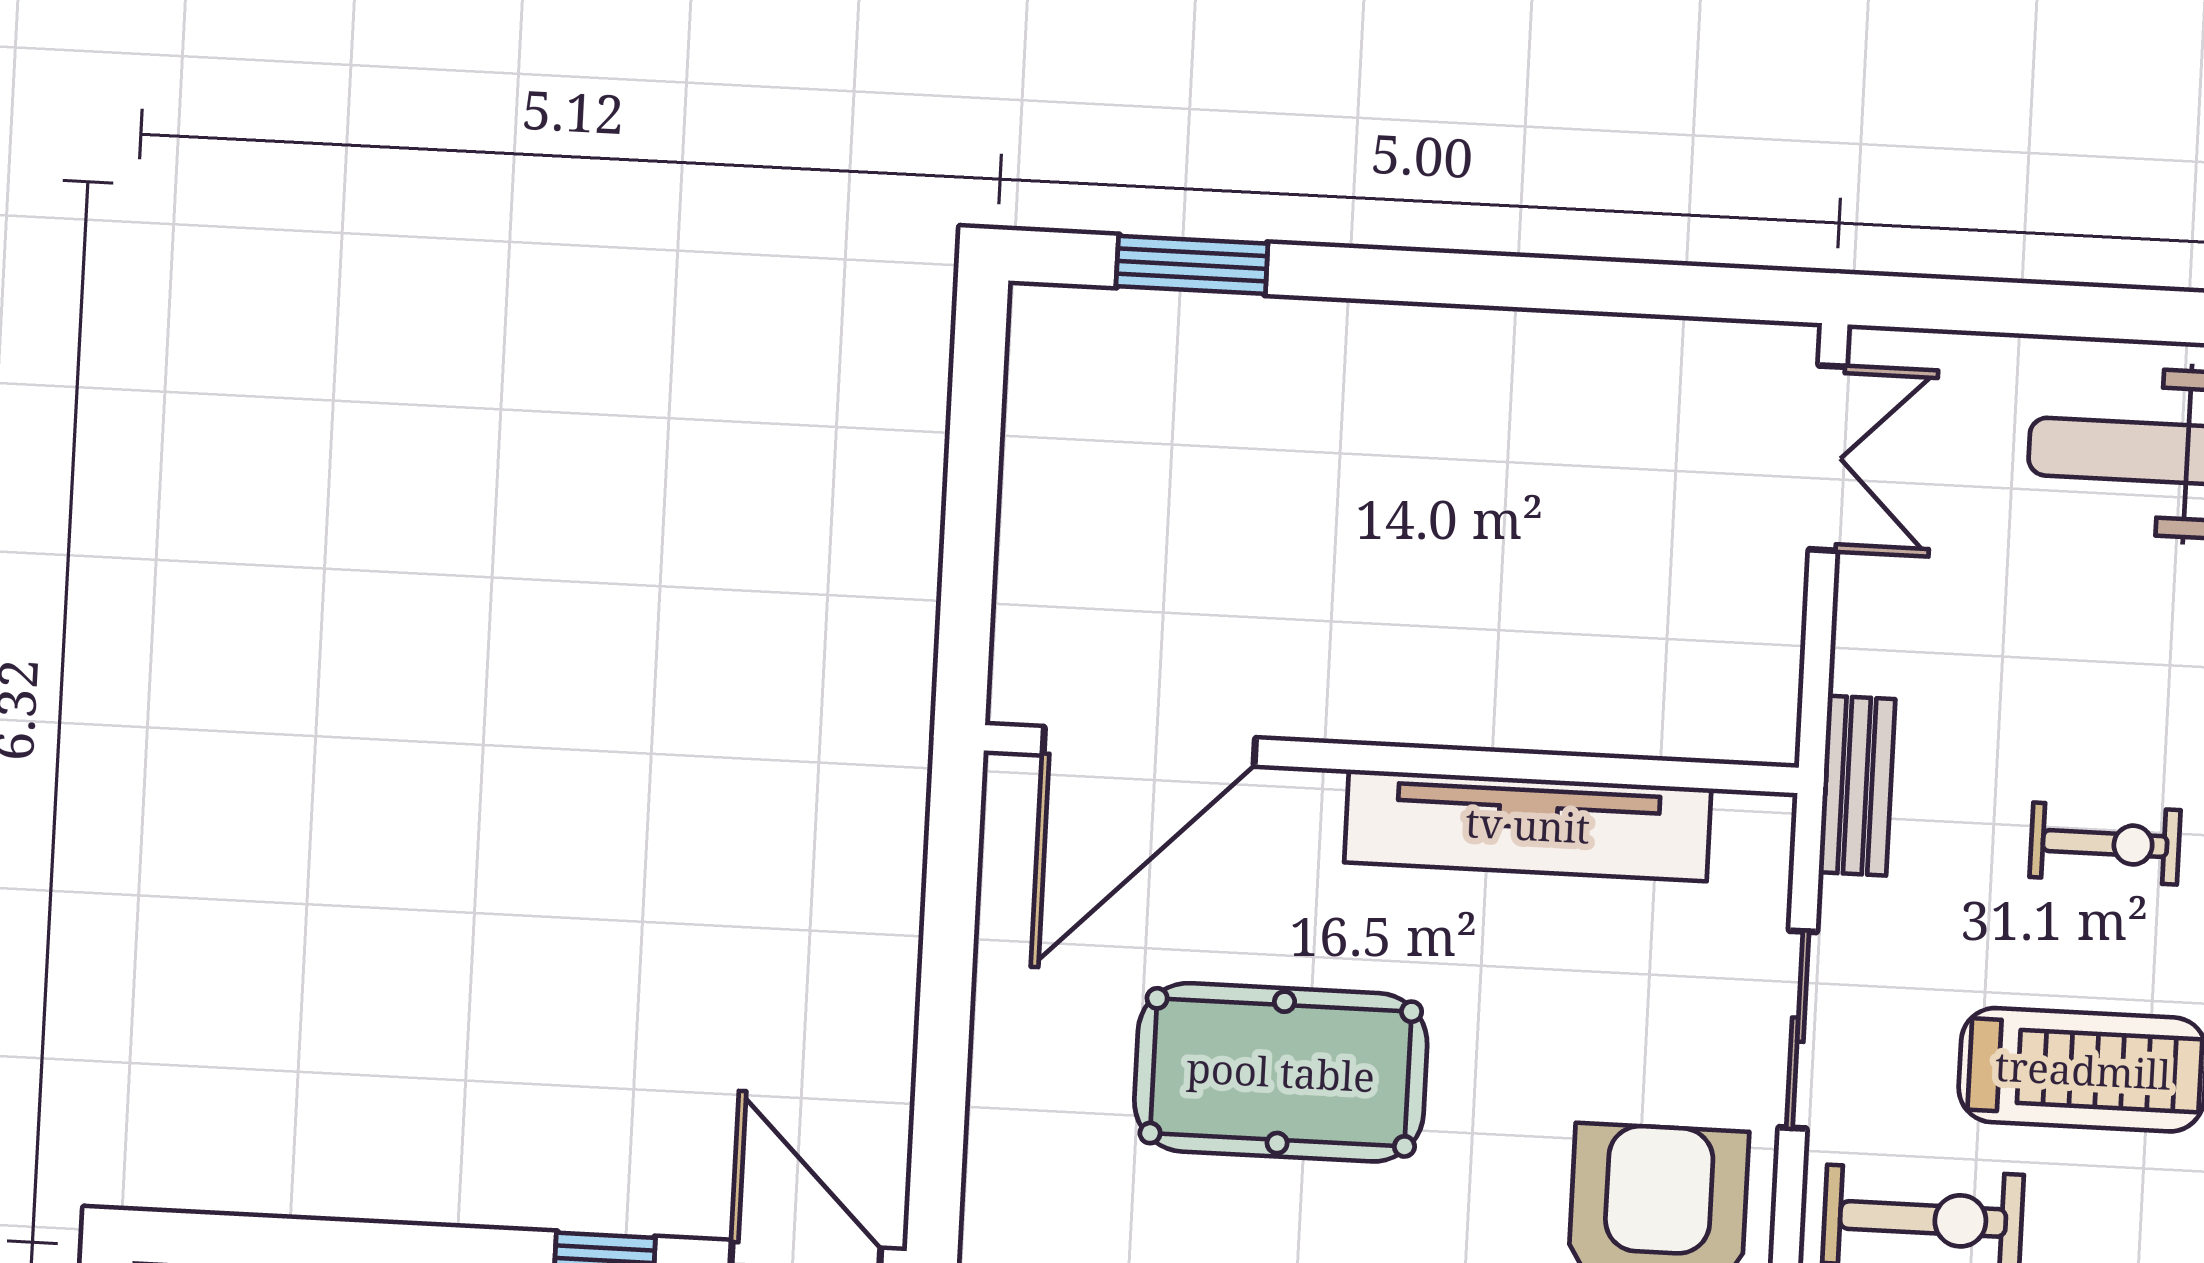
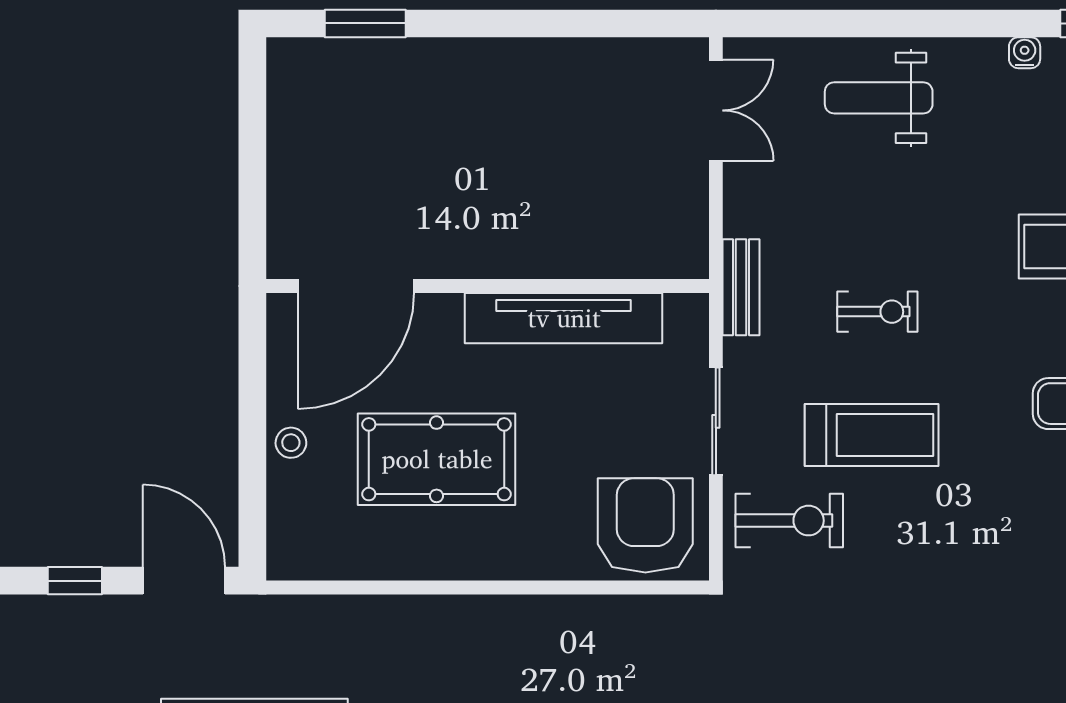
stool: (1015, 1028) -> (291, 443), added

